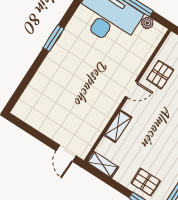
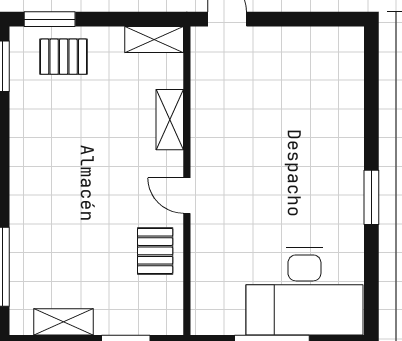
plant: (147, 23) -> (232, 323), removed
door: (131, 89) -> (187, 196), hinge flipped

